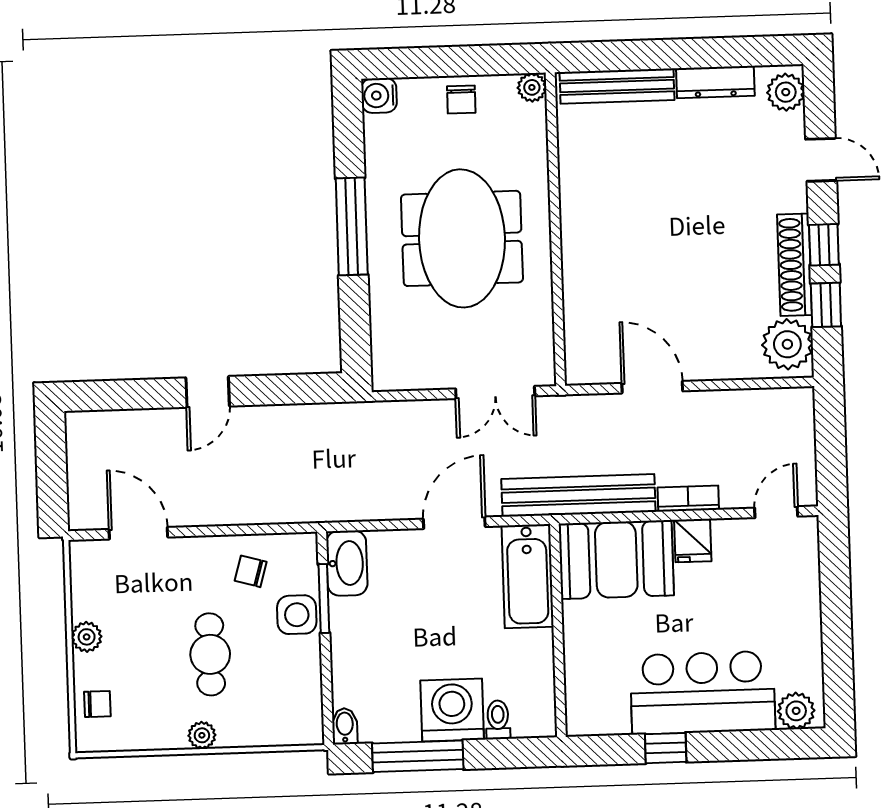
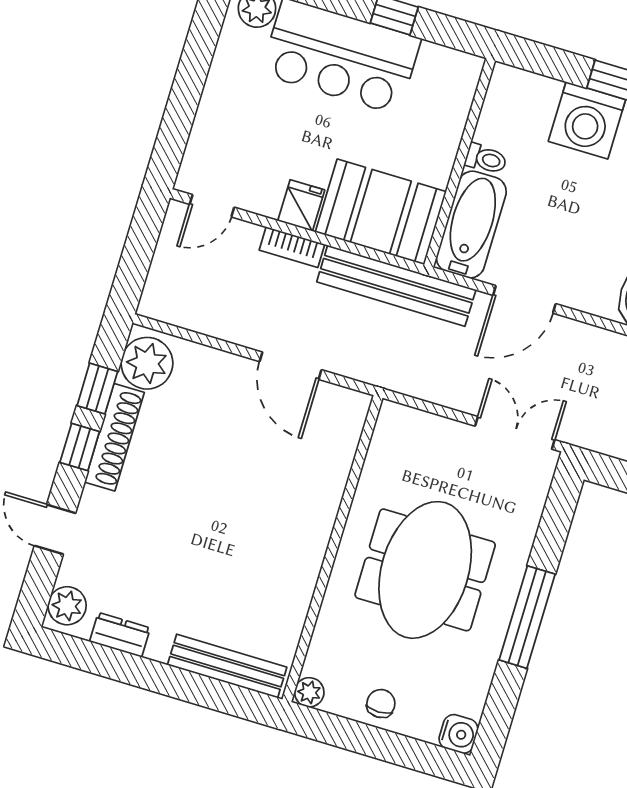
dresser: (715, 82) -> (120, 635), width x0.70
double door: (495, 392) -> (515, 433), moved
toilet: (498, 720) -> (486, 159), moved, turned -90

